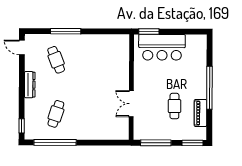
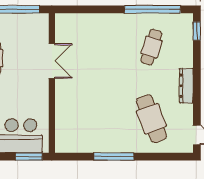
window: (66, 31) -> (114, 157), moved
cafe table: (56, 60) -> (151, 119), width x1.37, depth x1.35

